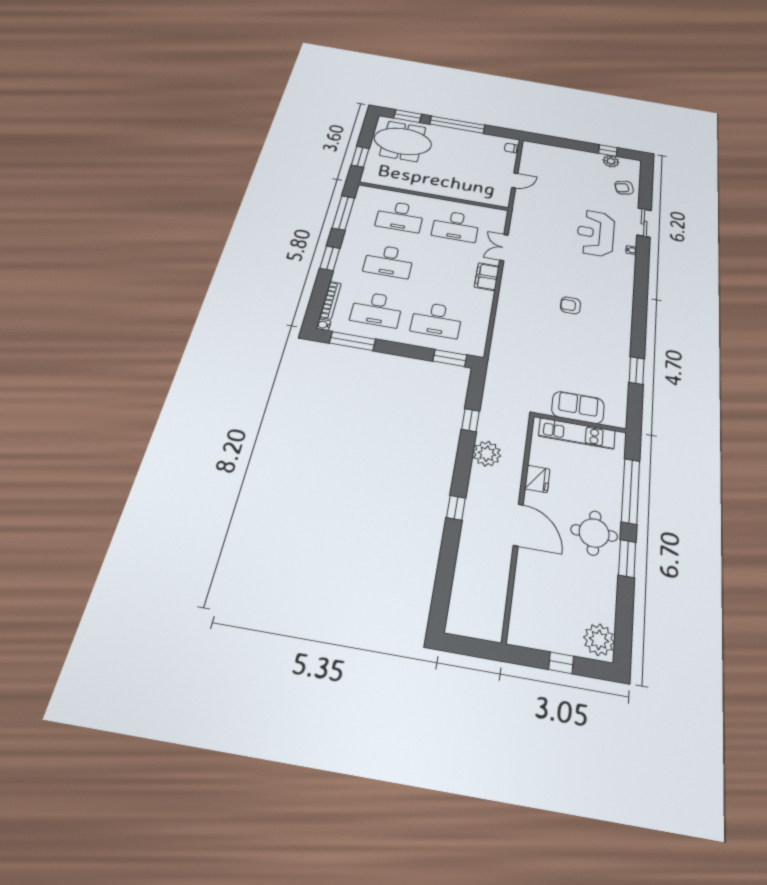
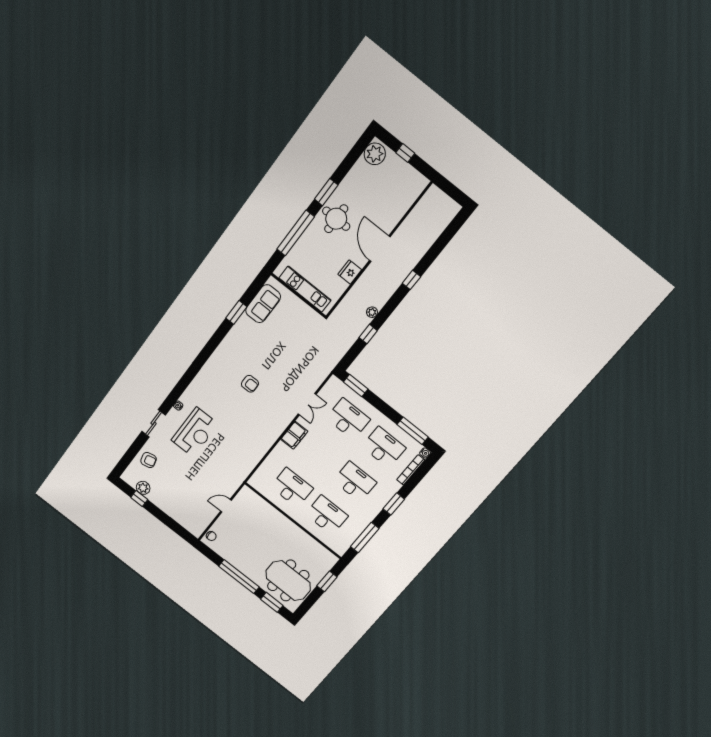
double door: (504, 248) -> (307, 404), moved
sofa: (578, 408) -> (263, 304), moved, turned -90
plant: (487, 454) -> (372, 312), width x0.53, depth x0.53

